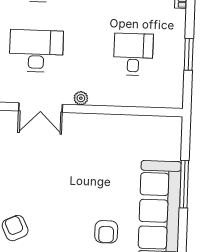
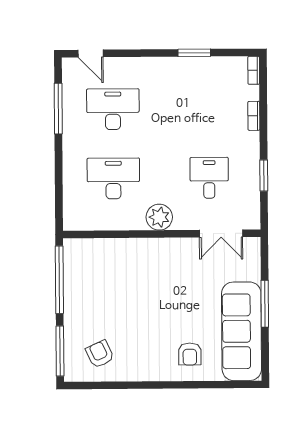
plant: (81, 98) -> (159, 217), width x1.87, depth x1.87
double door: (41, 108) -> (221, 234), moved

